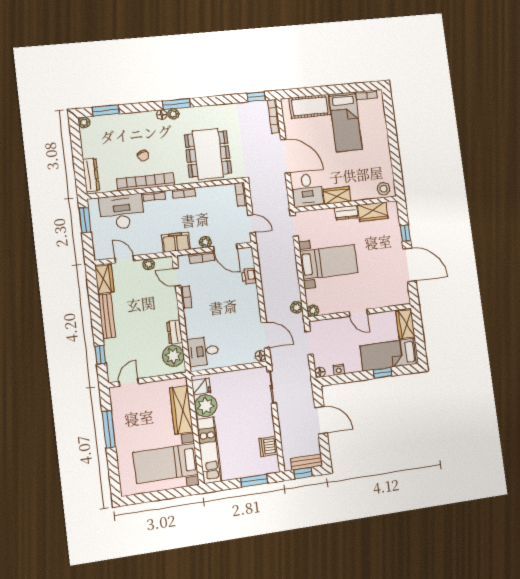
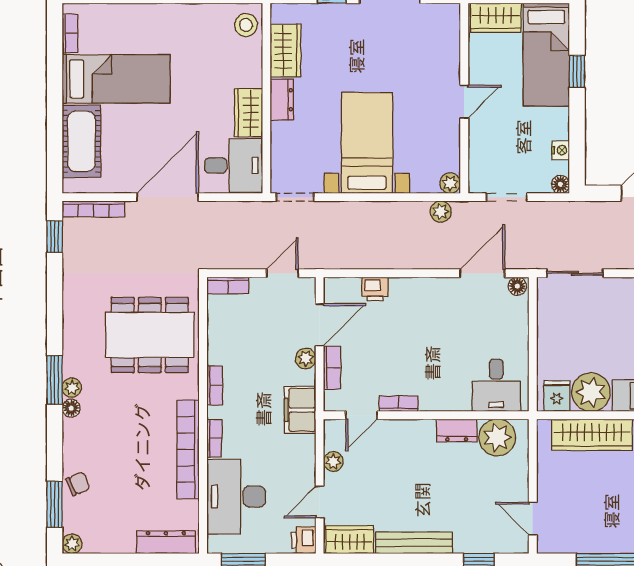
chair: (143, 156) -> (78, 484), moved
printer: (101, 253) -> (304, 540), added

